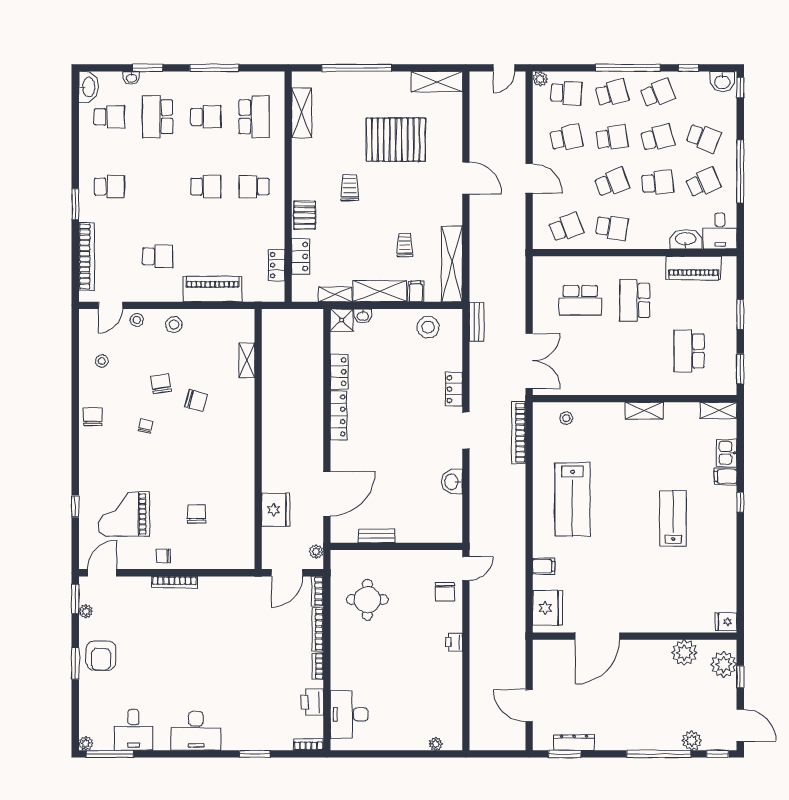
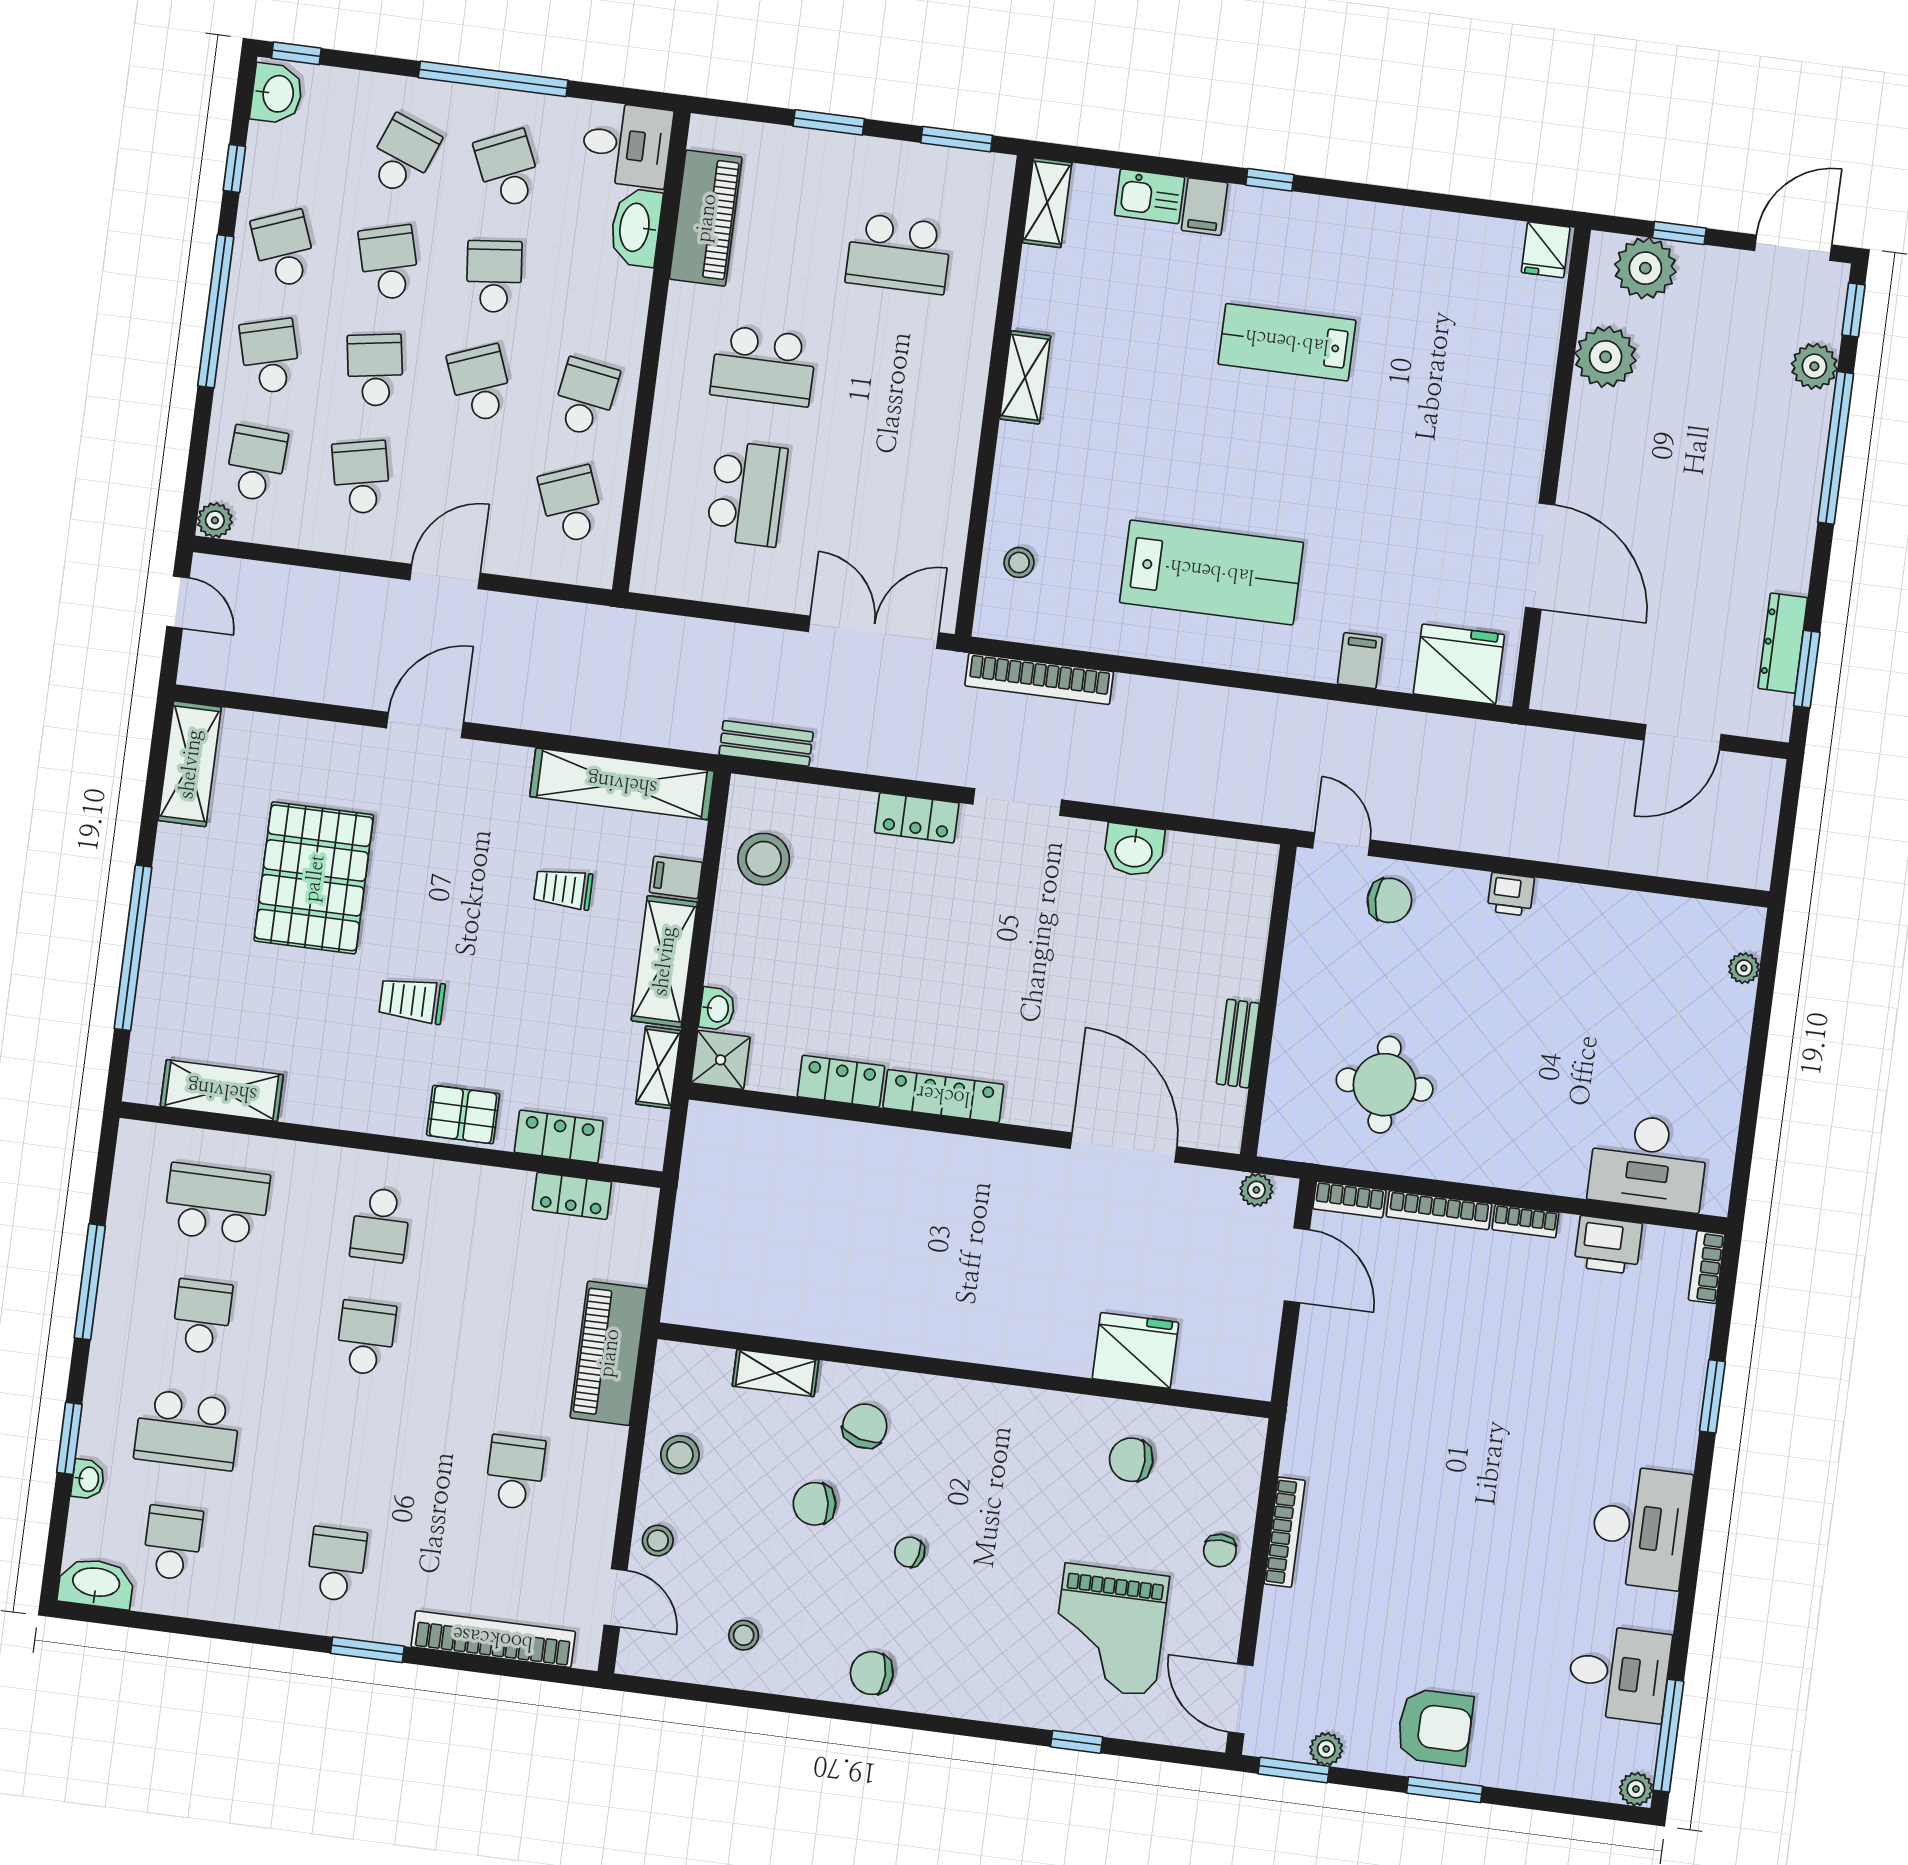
shelving: (247, 360) -> (775, 1373), moved
wall: (258, 439) -> (964, 1370), moved
fridge: (276, 510) -> (1135, 1350), moved

